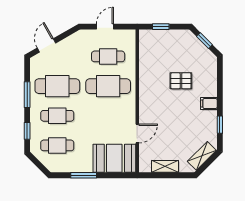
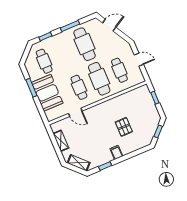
cafe table: (57, 116) -> (79, 87), moved
booth: (114, 158) -> (47, 93), moved

